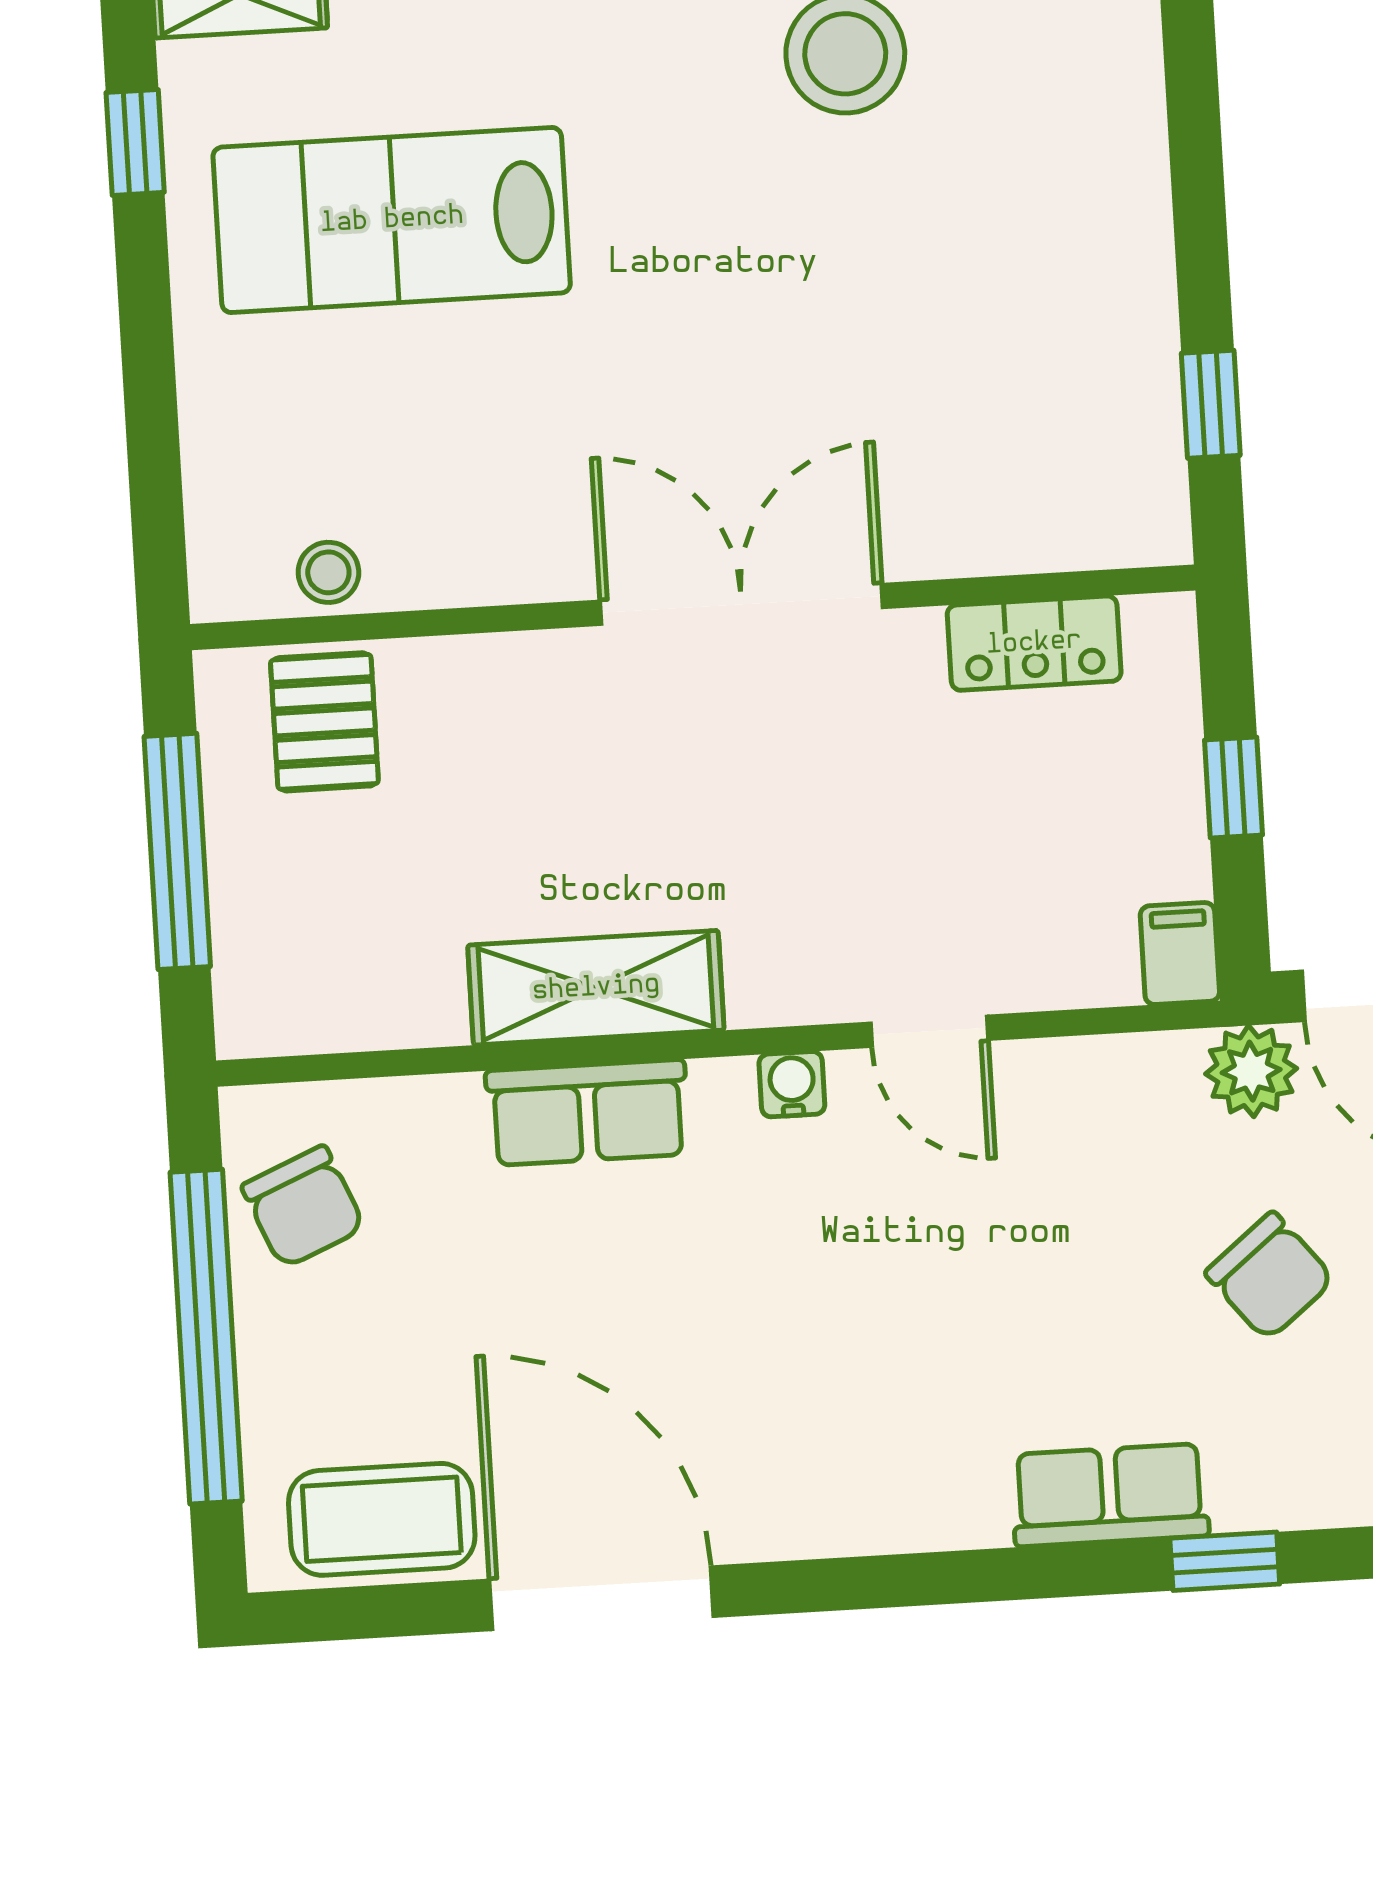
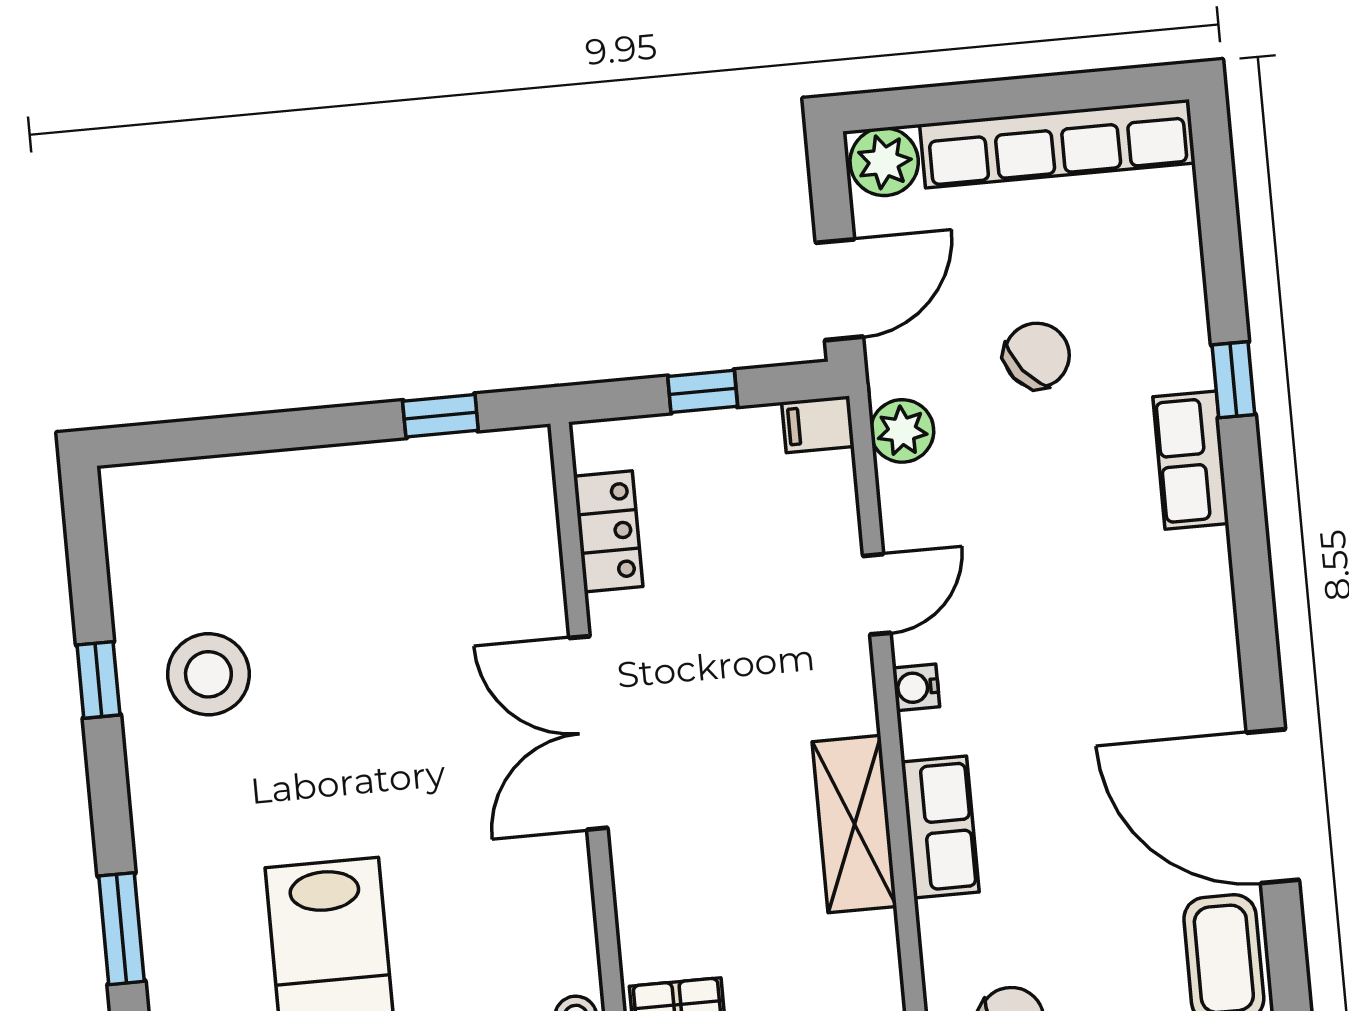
plant: (1251, 1071) -> (902, 431), moved
door: (602, 1598) -> (1273, 806), hinge flipped

